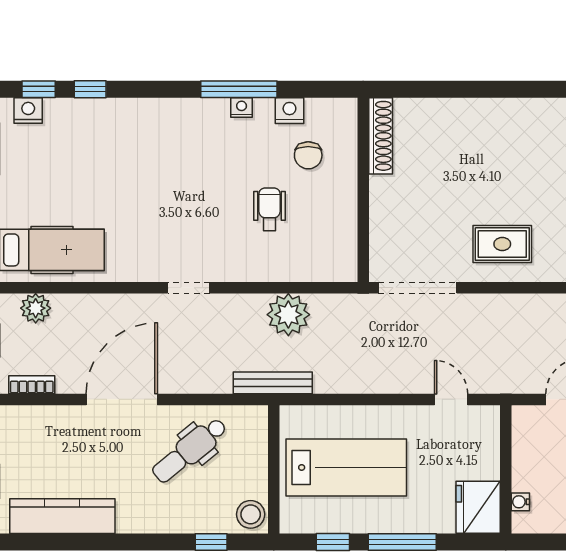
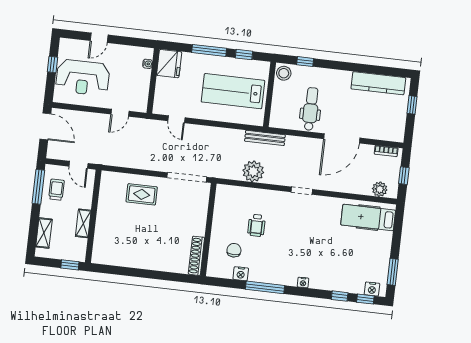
nightstand: (242, 108) -> (303, 282), moved
dental chair: (190, 450) -> (311, 109), turned -51

